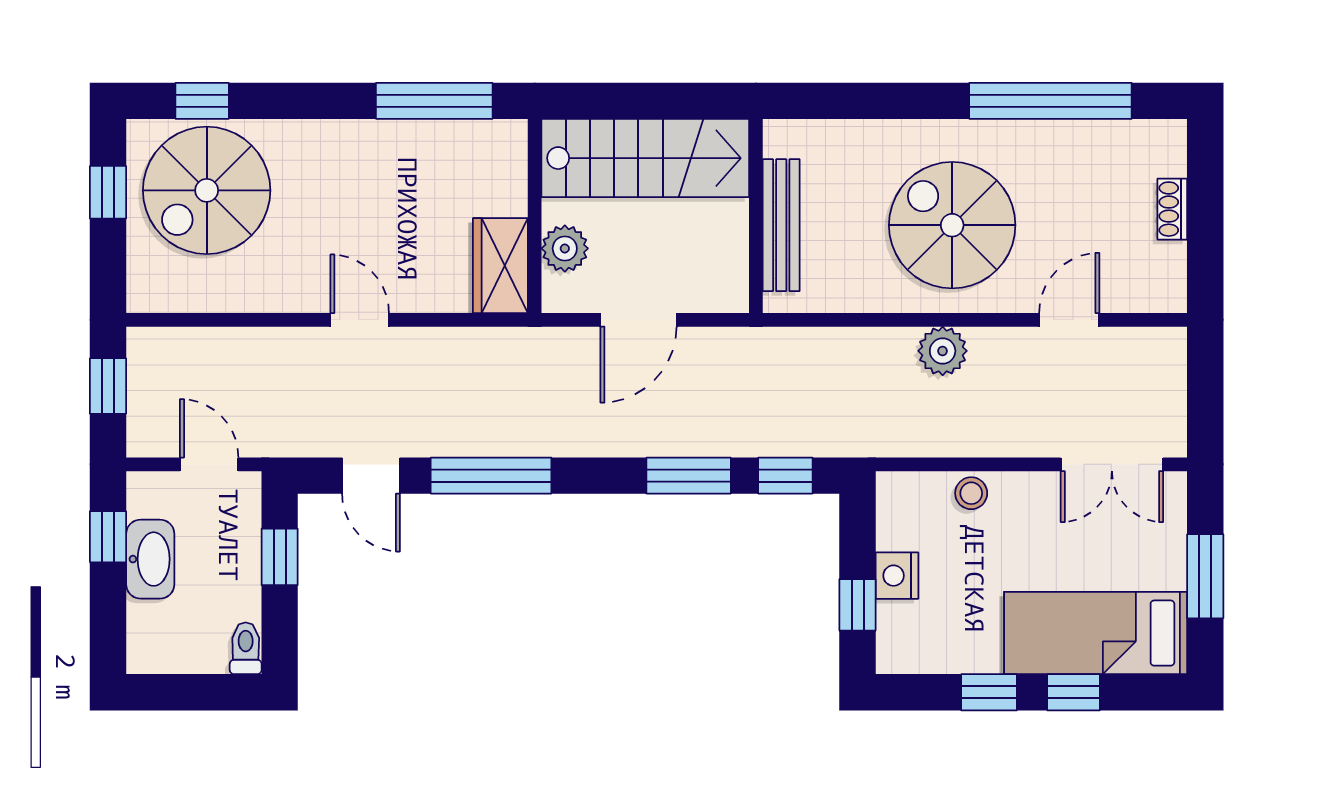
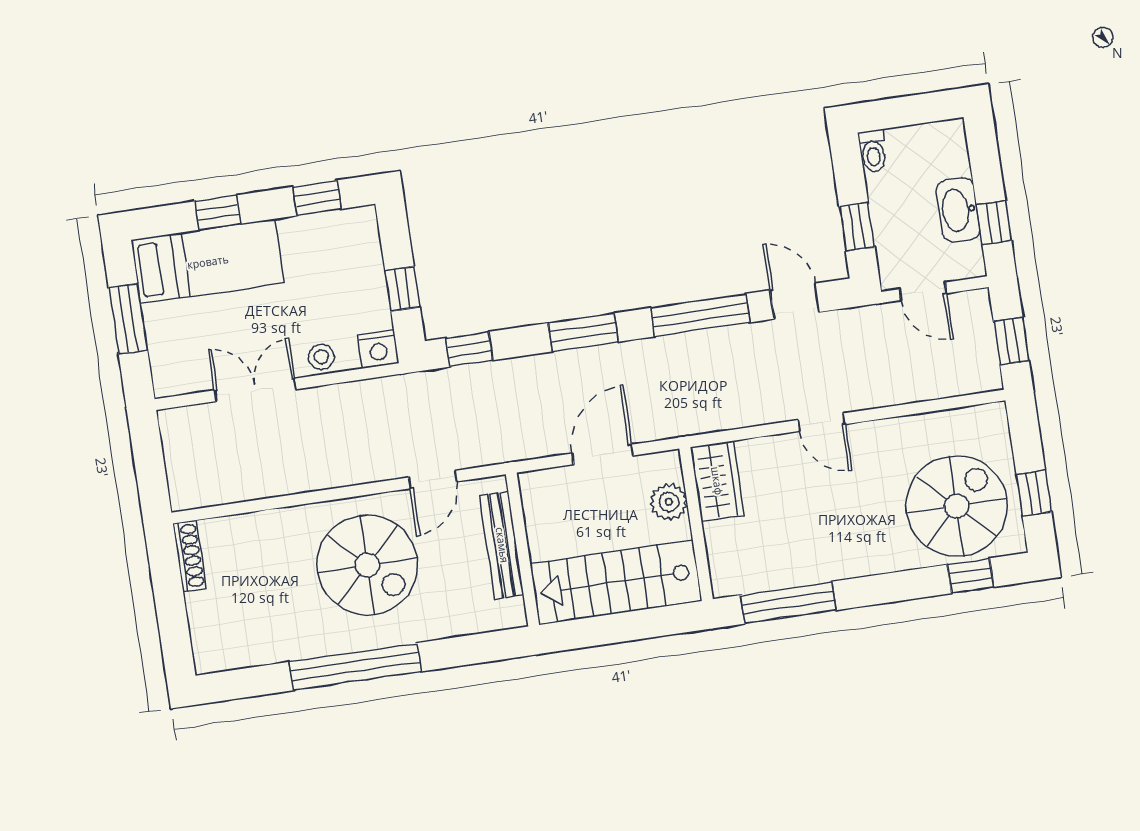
window: (1050, 101) -> (355, 667), moved
shoe rack: (1172, 209) -> (189, 556), moved, width x1.43
door: (1069, 320) -> (433, 480), moved
plant: (943, 351) -> (360, 465), removed
double door: (1112, 464) -> (255, 390), moved
window: (689, 476) -> (583, 332), moved
nightstand: (897, 576) -> (378, 349), moved, turned 90
window: (858, 605) -> (402, 289), moved
window: (989, 692) -> (317, 198), moved

